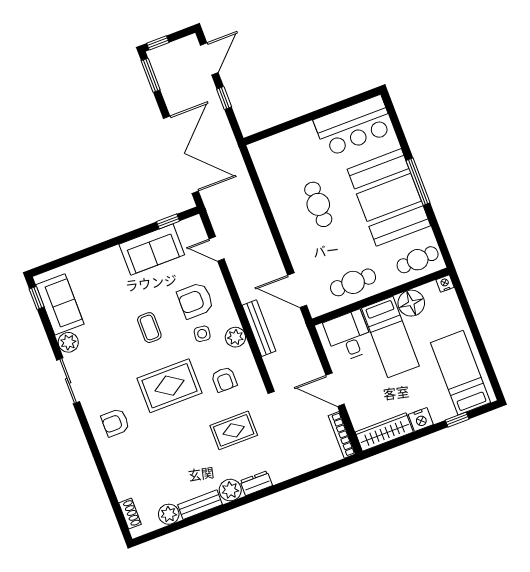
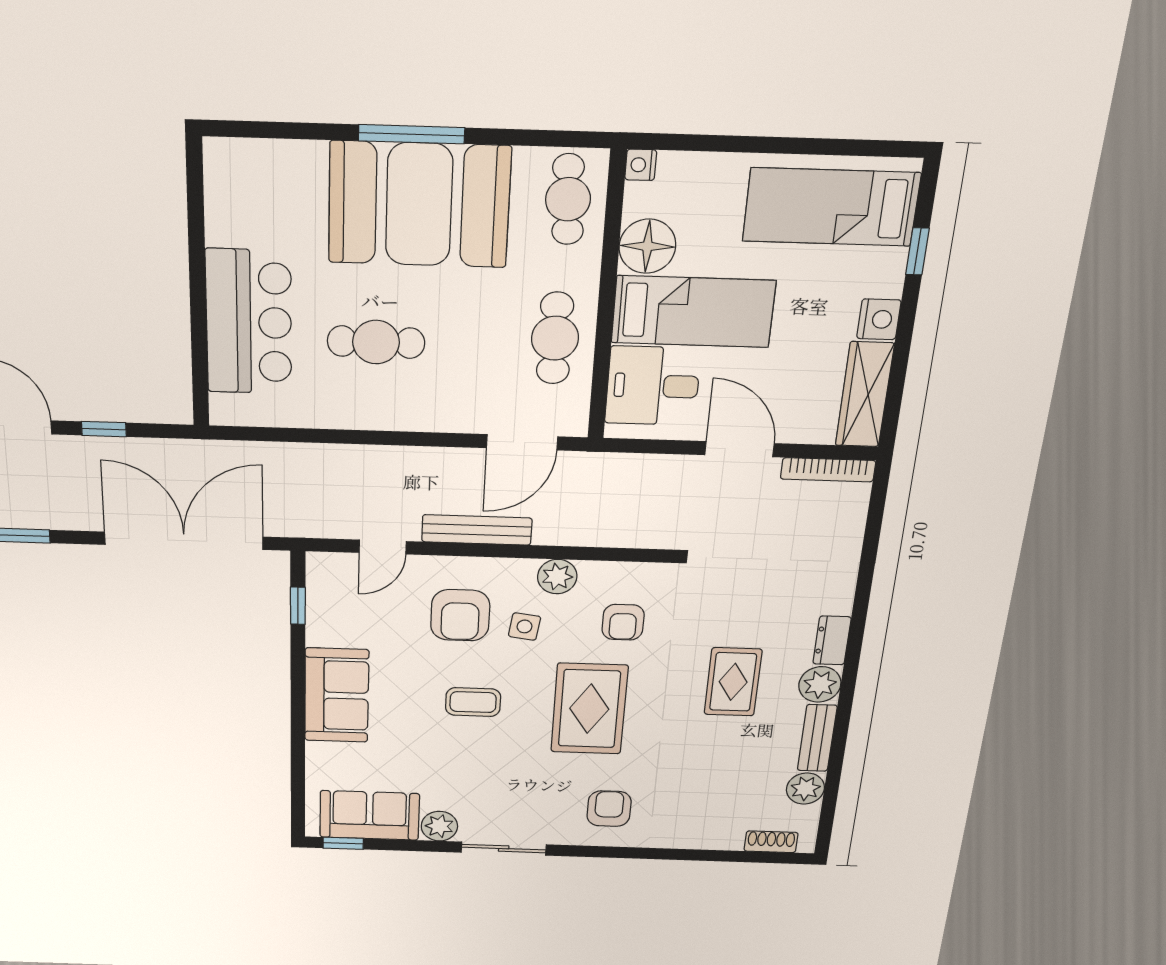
bar counter: (354, 126) -> (249, 322), moved
sofa: (152, 249) -> (337, 695), moved
bench: (259, 328) -> (477, 530), moved
armchair: (224, 379) -> (623, 622), turned 90
door: (335, 390) -> (739, 449), swing flipped
armchair: (115, 423) -> (609, 809), turned 180
rug: (234, 430) -> (733, 682), moved

